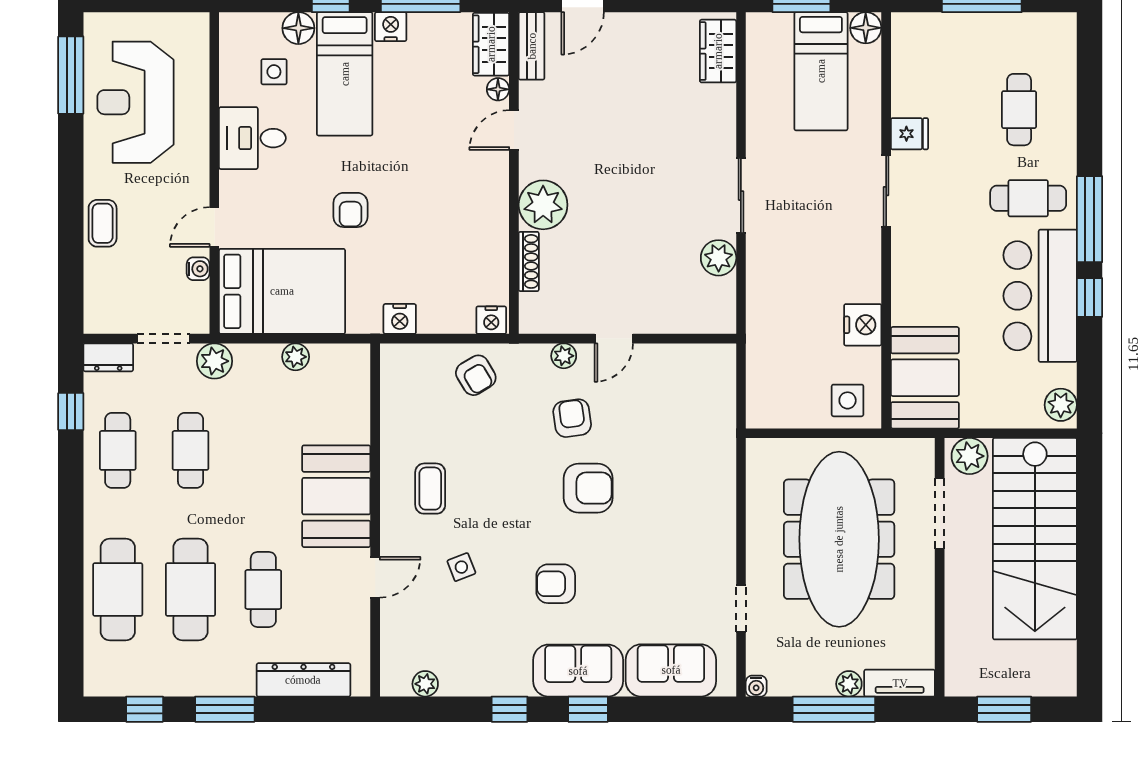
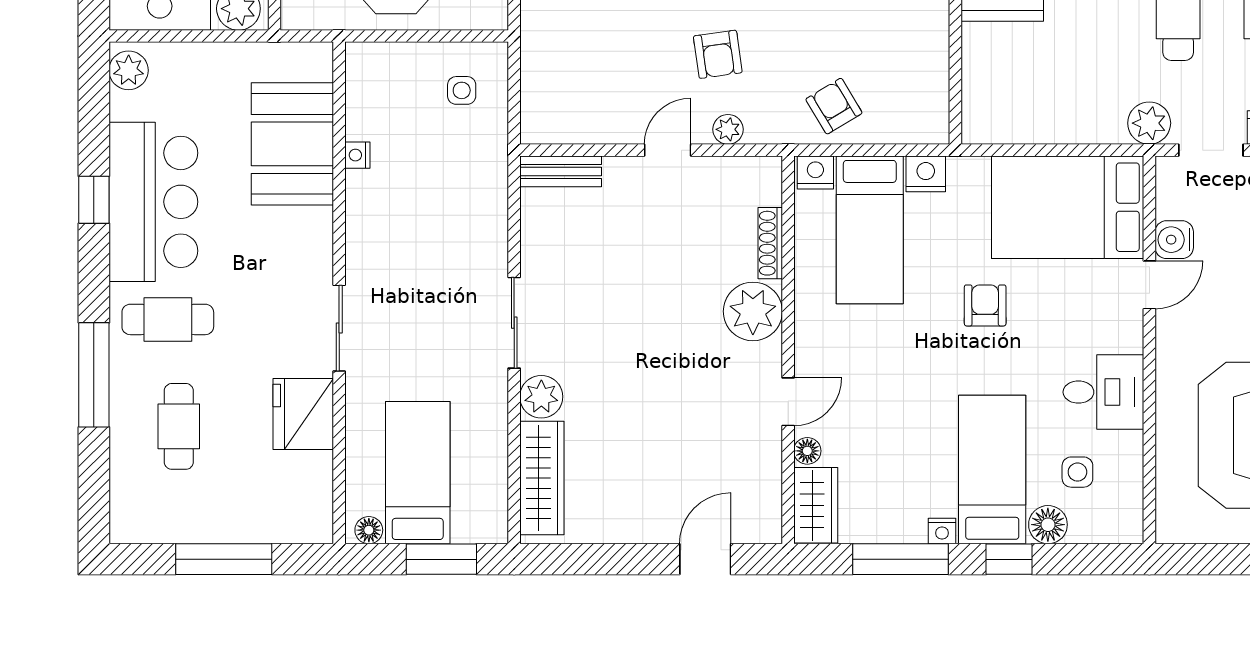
nightstand: (391, 27) -> (942, 531), width x0.72, depth x0.74
floor lamp: (866, 28) -> (369, 530), width x0.73, depth x0.73
bench: (532, 46) -> (561, 171), moved, turned 90
wardrobe: (718, 51) -> (542, 478), width x1.50
fridge: (909, 134) -> (303, 414), width x1.88, depth x1.34
window: (1090, 219) -> (94, 375), moved
plant: (719, 258) -> (541, 397), moved
water cooler: (198, 269) -> (1174, 240), width x1.38, depth x1.38
bed: (446, 272) -> (870, 230), added
nightstand: (863, 325) -> (357, 155), width x0.53, depth x0.56
plant: (296, 357) -> (1051, 128), removed
booth: (925, 378) -> (292, 144), moved
side table: (848, 400) -> (462, 90), moved, width x0.73, depth x0.73

